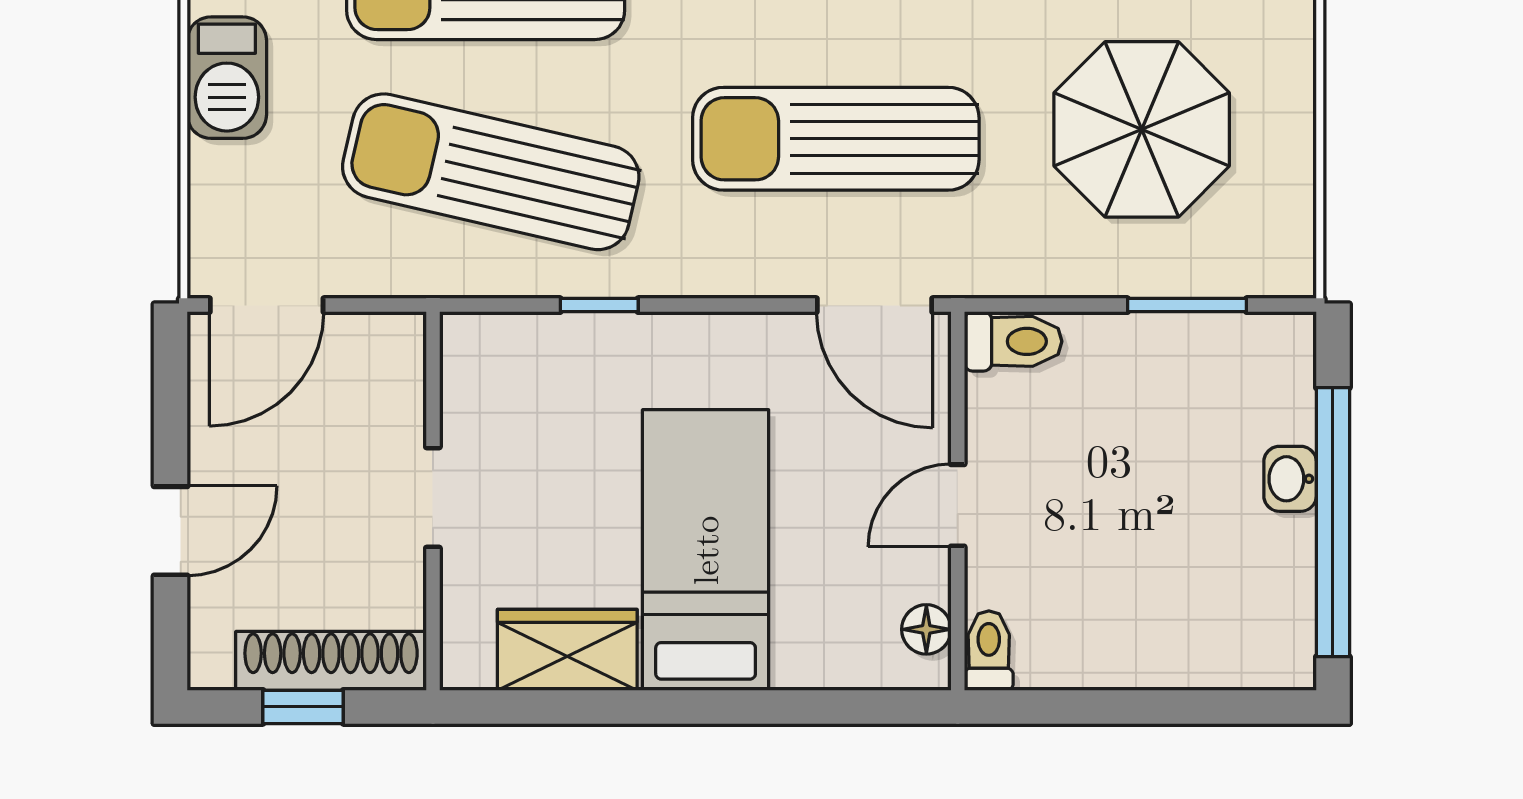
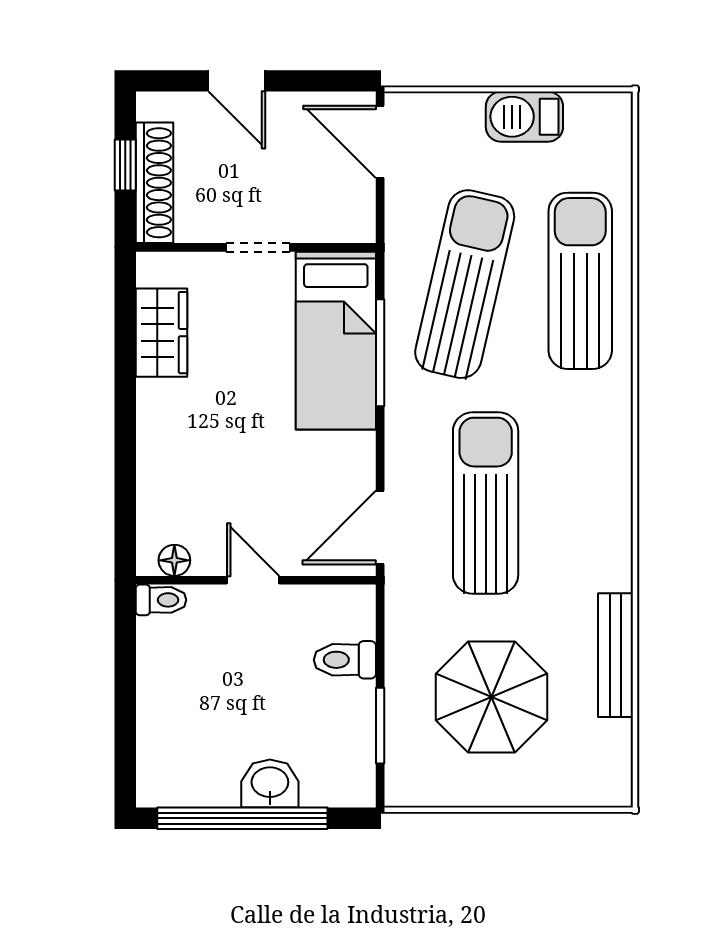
window: (599, 305) -> (380, 353), width x2.17
toilet: (1013, 341) -> (345, 660), moved, turned 90
washbasin: (1290, 479) -> (270, 784), width x1.38, depth x1.45
bed: (706, 550) -> (336, 341), moved, turned 90

